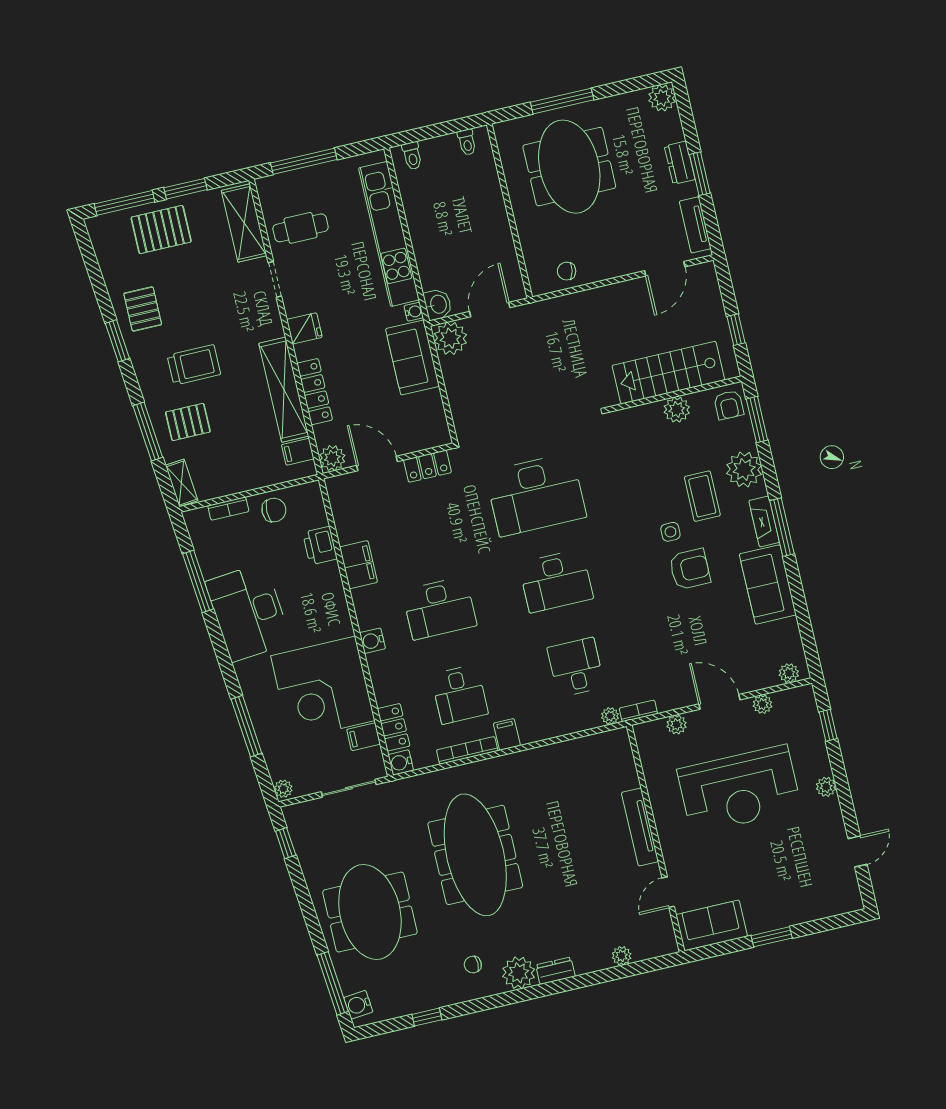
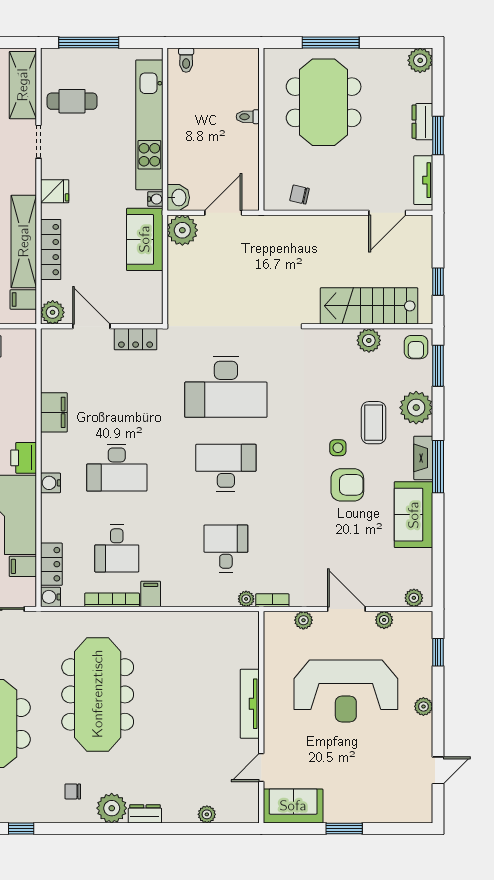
toilet: (467, 142) -> (248, 117), moved, turned 90
printer: (320, 546) -> (24, 458), moved
desk: (556, 581) -> (226, 468), turned 180

